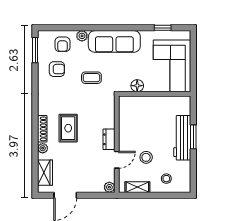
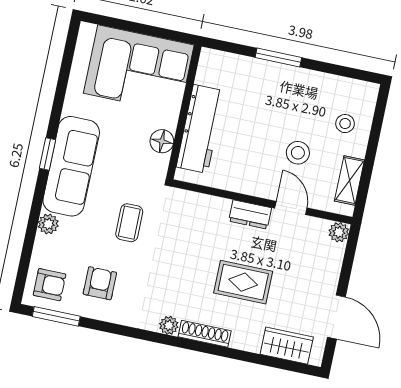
window: (163, 28) -> (47, 154), moved
armchair: (62, 44) -> (50, 285), moved
rug: (68, 128) -> (243, 282), moved
workbench: (182, 138) -> (200, 129), moved, turned -90
plant: (43, 148) -> (169, 325), moved

